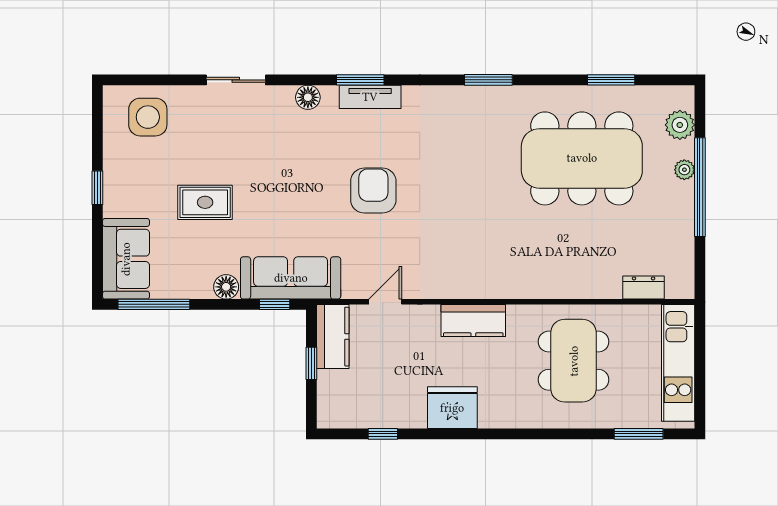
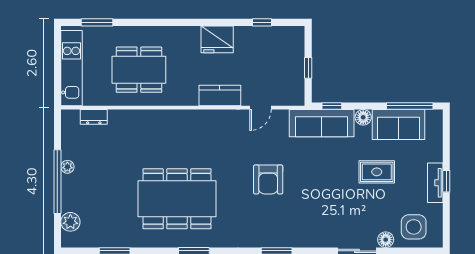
floor lamp: (308, 97) -> (386, 240), moved
tv unit: (370, 97) -> (435, 183), moved, turned -90
dining table: (582, 158) -> (177, 199), moved
plant: (684, 170) -> (67, 167), moved
sofa: (126, 259) -> (399, 124), moved, turned -90
kitchen counter: (473, 321) -> (220, 96), moved
kitchen counter: (333, 337) -> (294, 85), removed
dining table: (574, 361) -> (139, 70), turned 90

